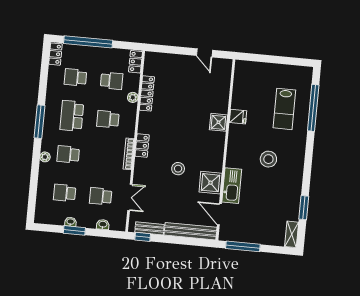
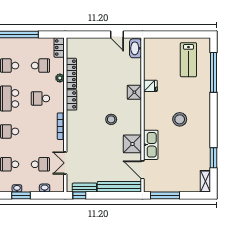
washbasin: (225, 71) -> (136, 48), added
lab bench: (284, 109) -> (188, 60), moved
locker: (142, 146) -> (71, 100), moved
stool: (178, 169) -> (111, 119), moved
school desk: (101, 196) -> (40, 164), turned 180
double door: (130, 197) -> (65, 163), swing flipped

